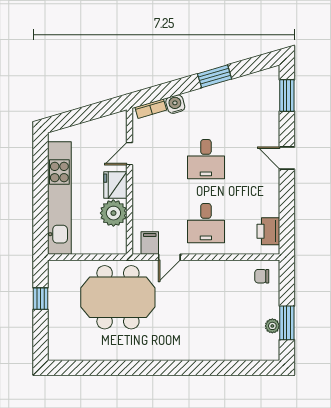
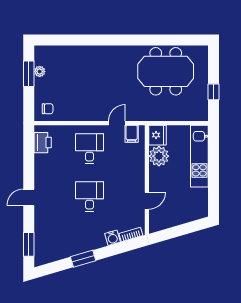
door: (287, 158) -> (29, 197), swing flipped
fridge: (115, 185) -> (157, 135), moved
kitchen unit: (59, 198) -> (199, 156), width x0.73
meeting table: (118, 297) -> (166, 71), moved

